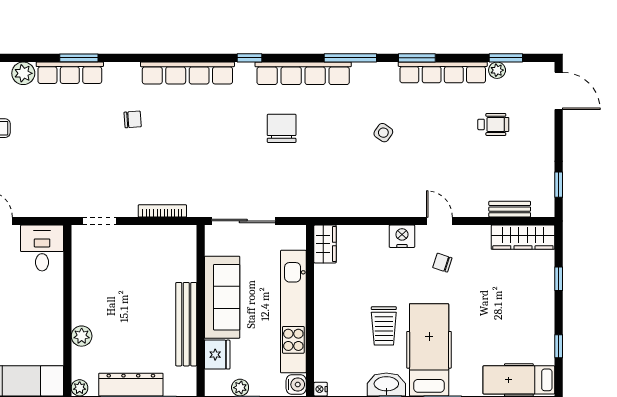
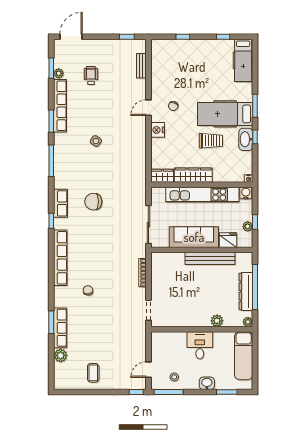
row of seats: (303, 73) -> (60, 203), width x0.50
wardrobe: (523, 237) -> (193, 175), moved, turned -90
desk: (42, 248) -> (200, 345), moved, turned 90

